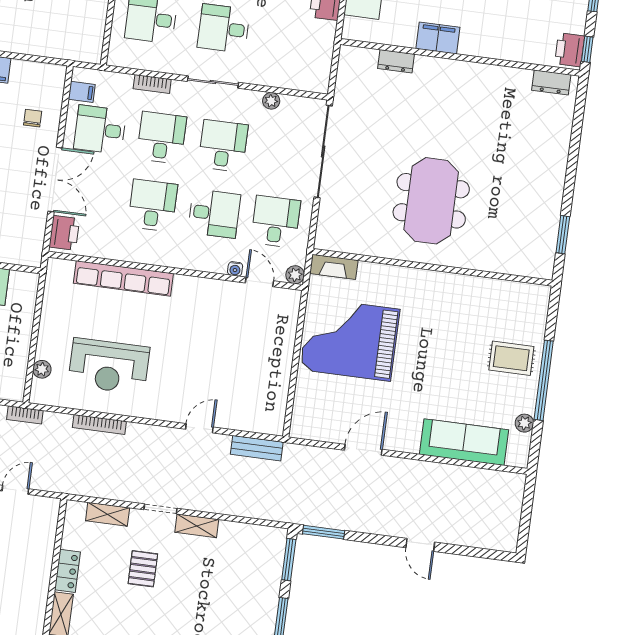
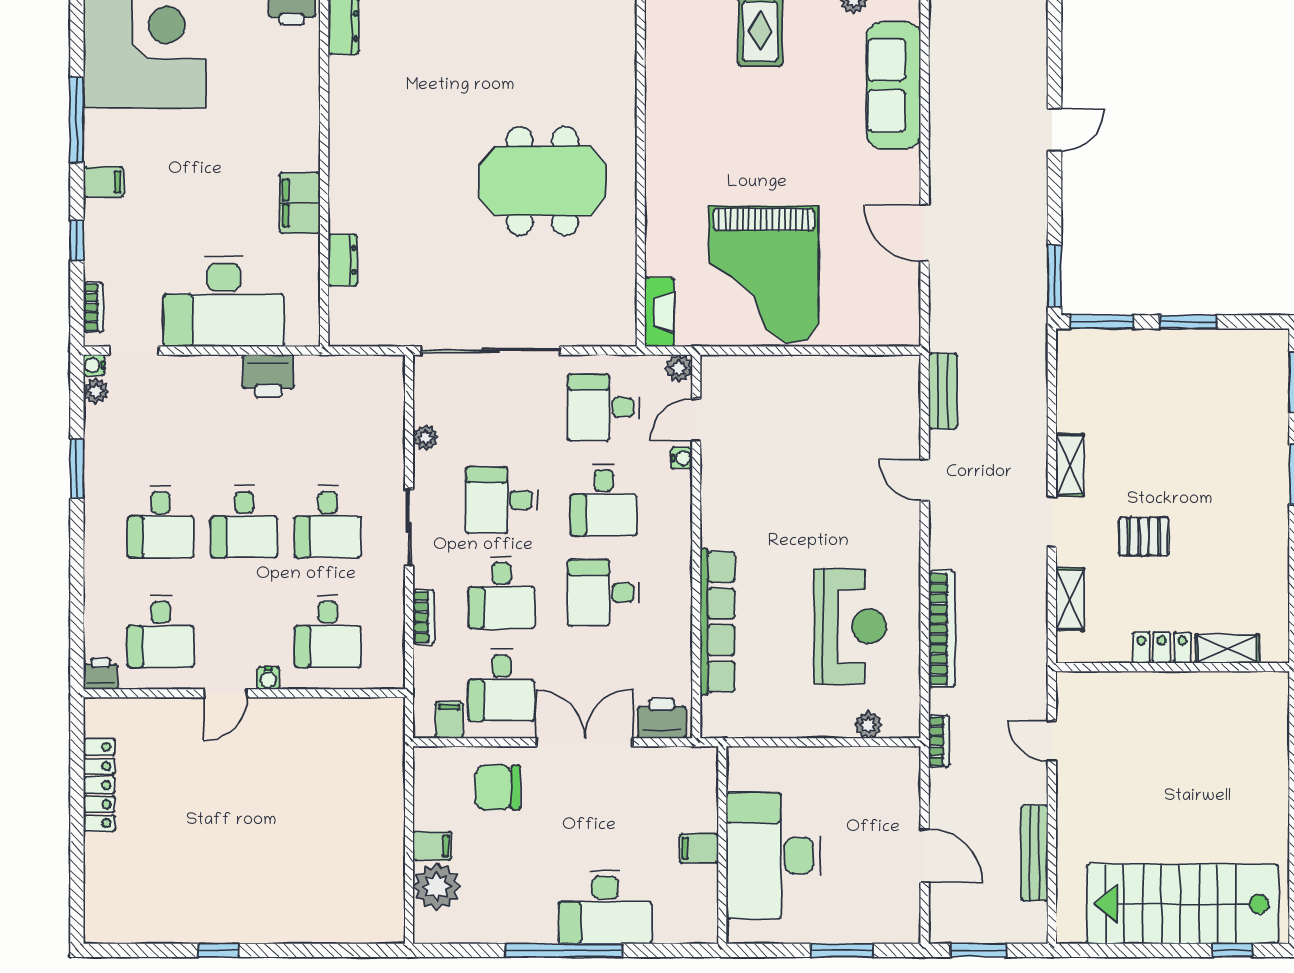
chair: (33, 118) -> (498, 788), width x1.87, depth x1.87
desk: (162, 138) -> (502, 593), turned -90
desk: (214, 213) -> (604, 500), turned 180
bookcase: (99, 424) -> (942, 629), width x1.48, depth x1.31

